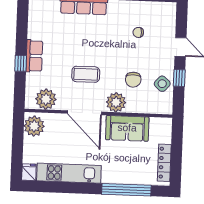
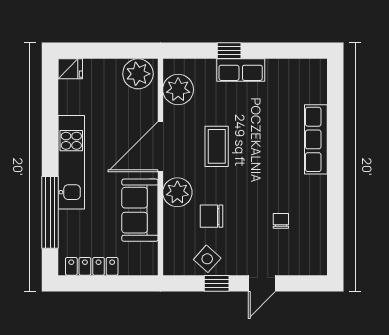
kitchen unit: (69, 173) -> (71, 162), moved

